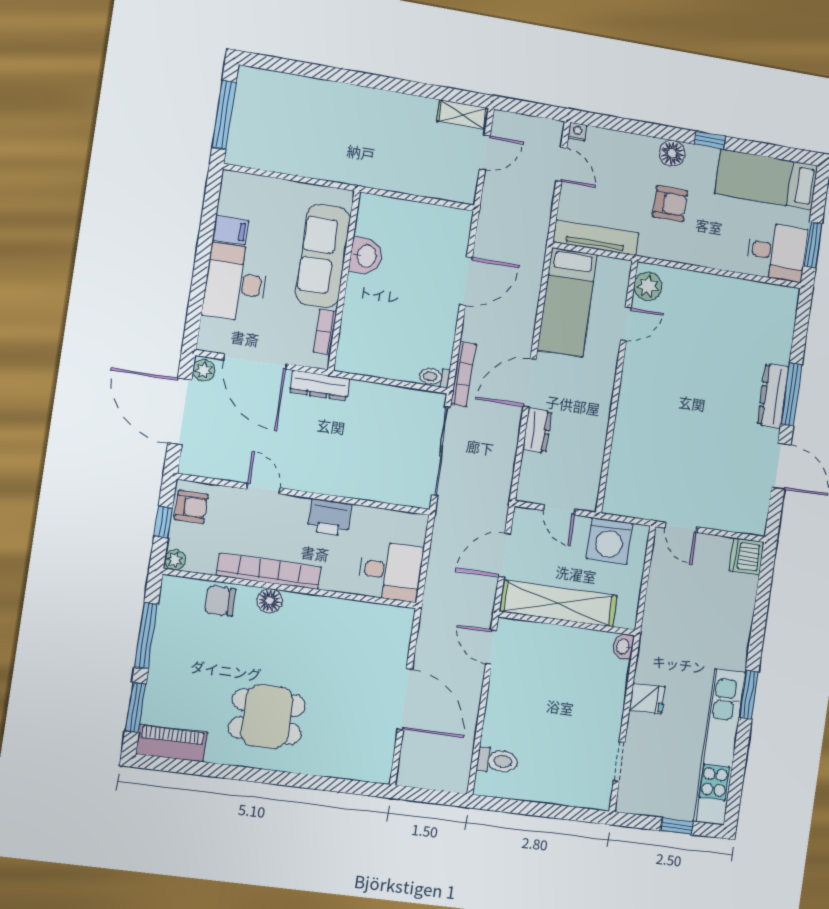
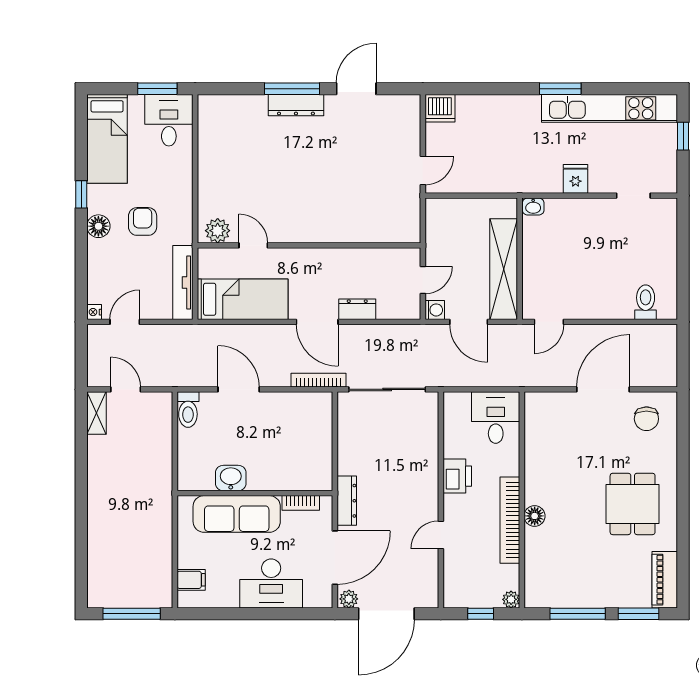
filing cabinet: (231, 230) -> (191, 580), moved, turned 90
toilet: (434, 377) -> (188, 410), moved, width x1.37, depth x1.39
armchair: (191, 507) -> (465, 592), removed
washing machine: (609, 541) -> (435, 310), moved, width x0.53, depth x0.53
chair: (220, 601) -> (646, 419), moved

